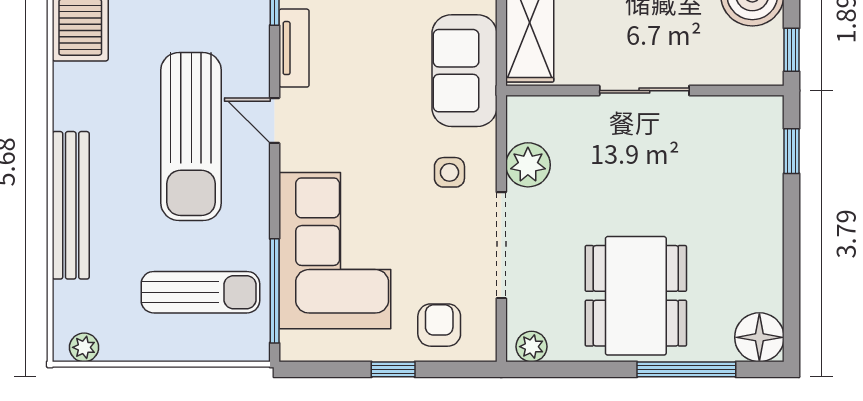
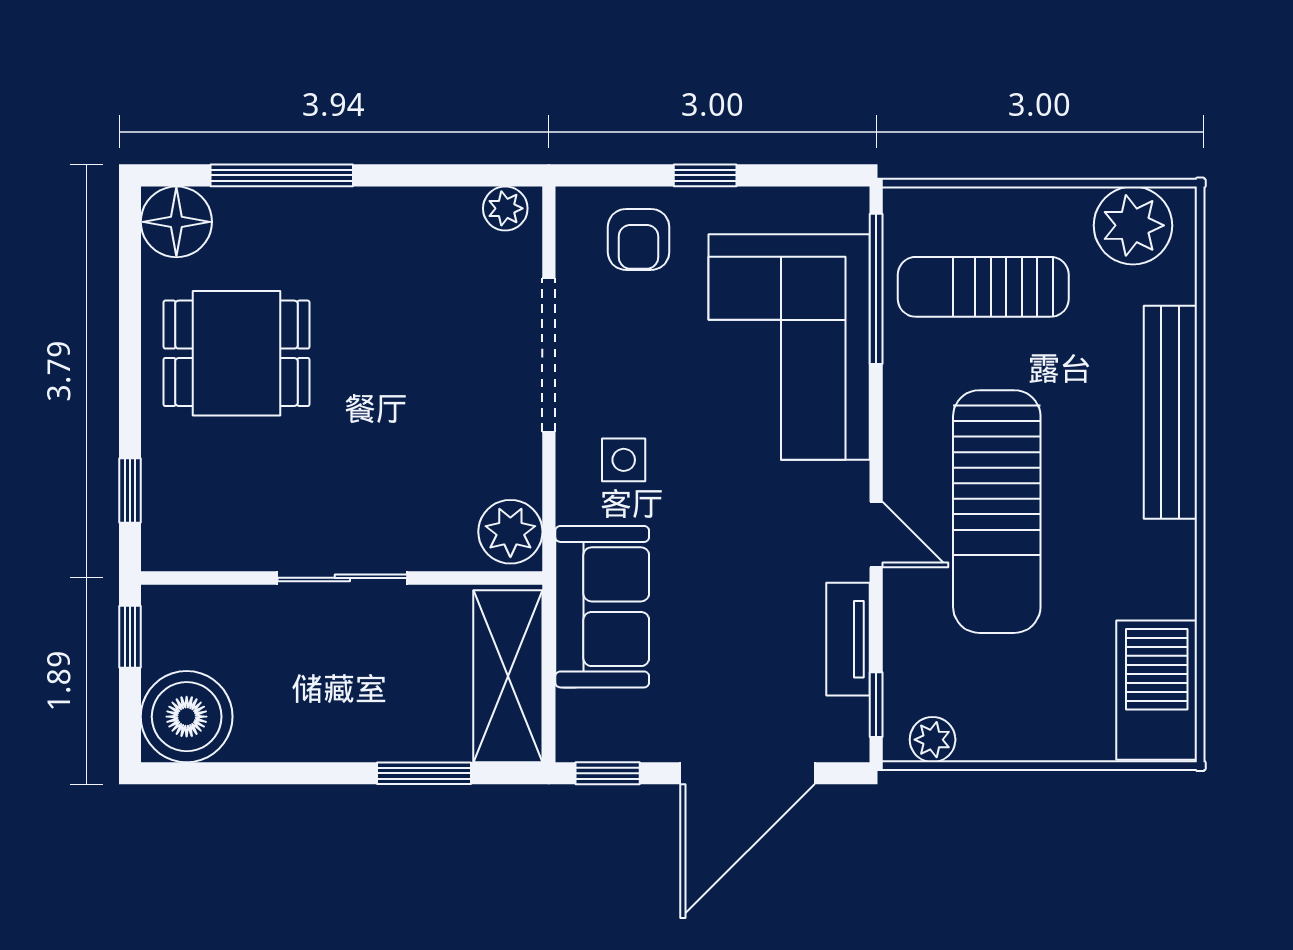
sun lounger: (191, 137) -> (997, 512), turned 180
plant: (528, 165) -> (510, 532), moved
dining table: (636, 296) -> (236, 353), moved, width x0.73
plant: (84, 347) -> (1133, 225), width x1.88, depth x1.88

